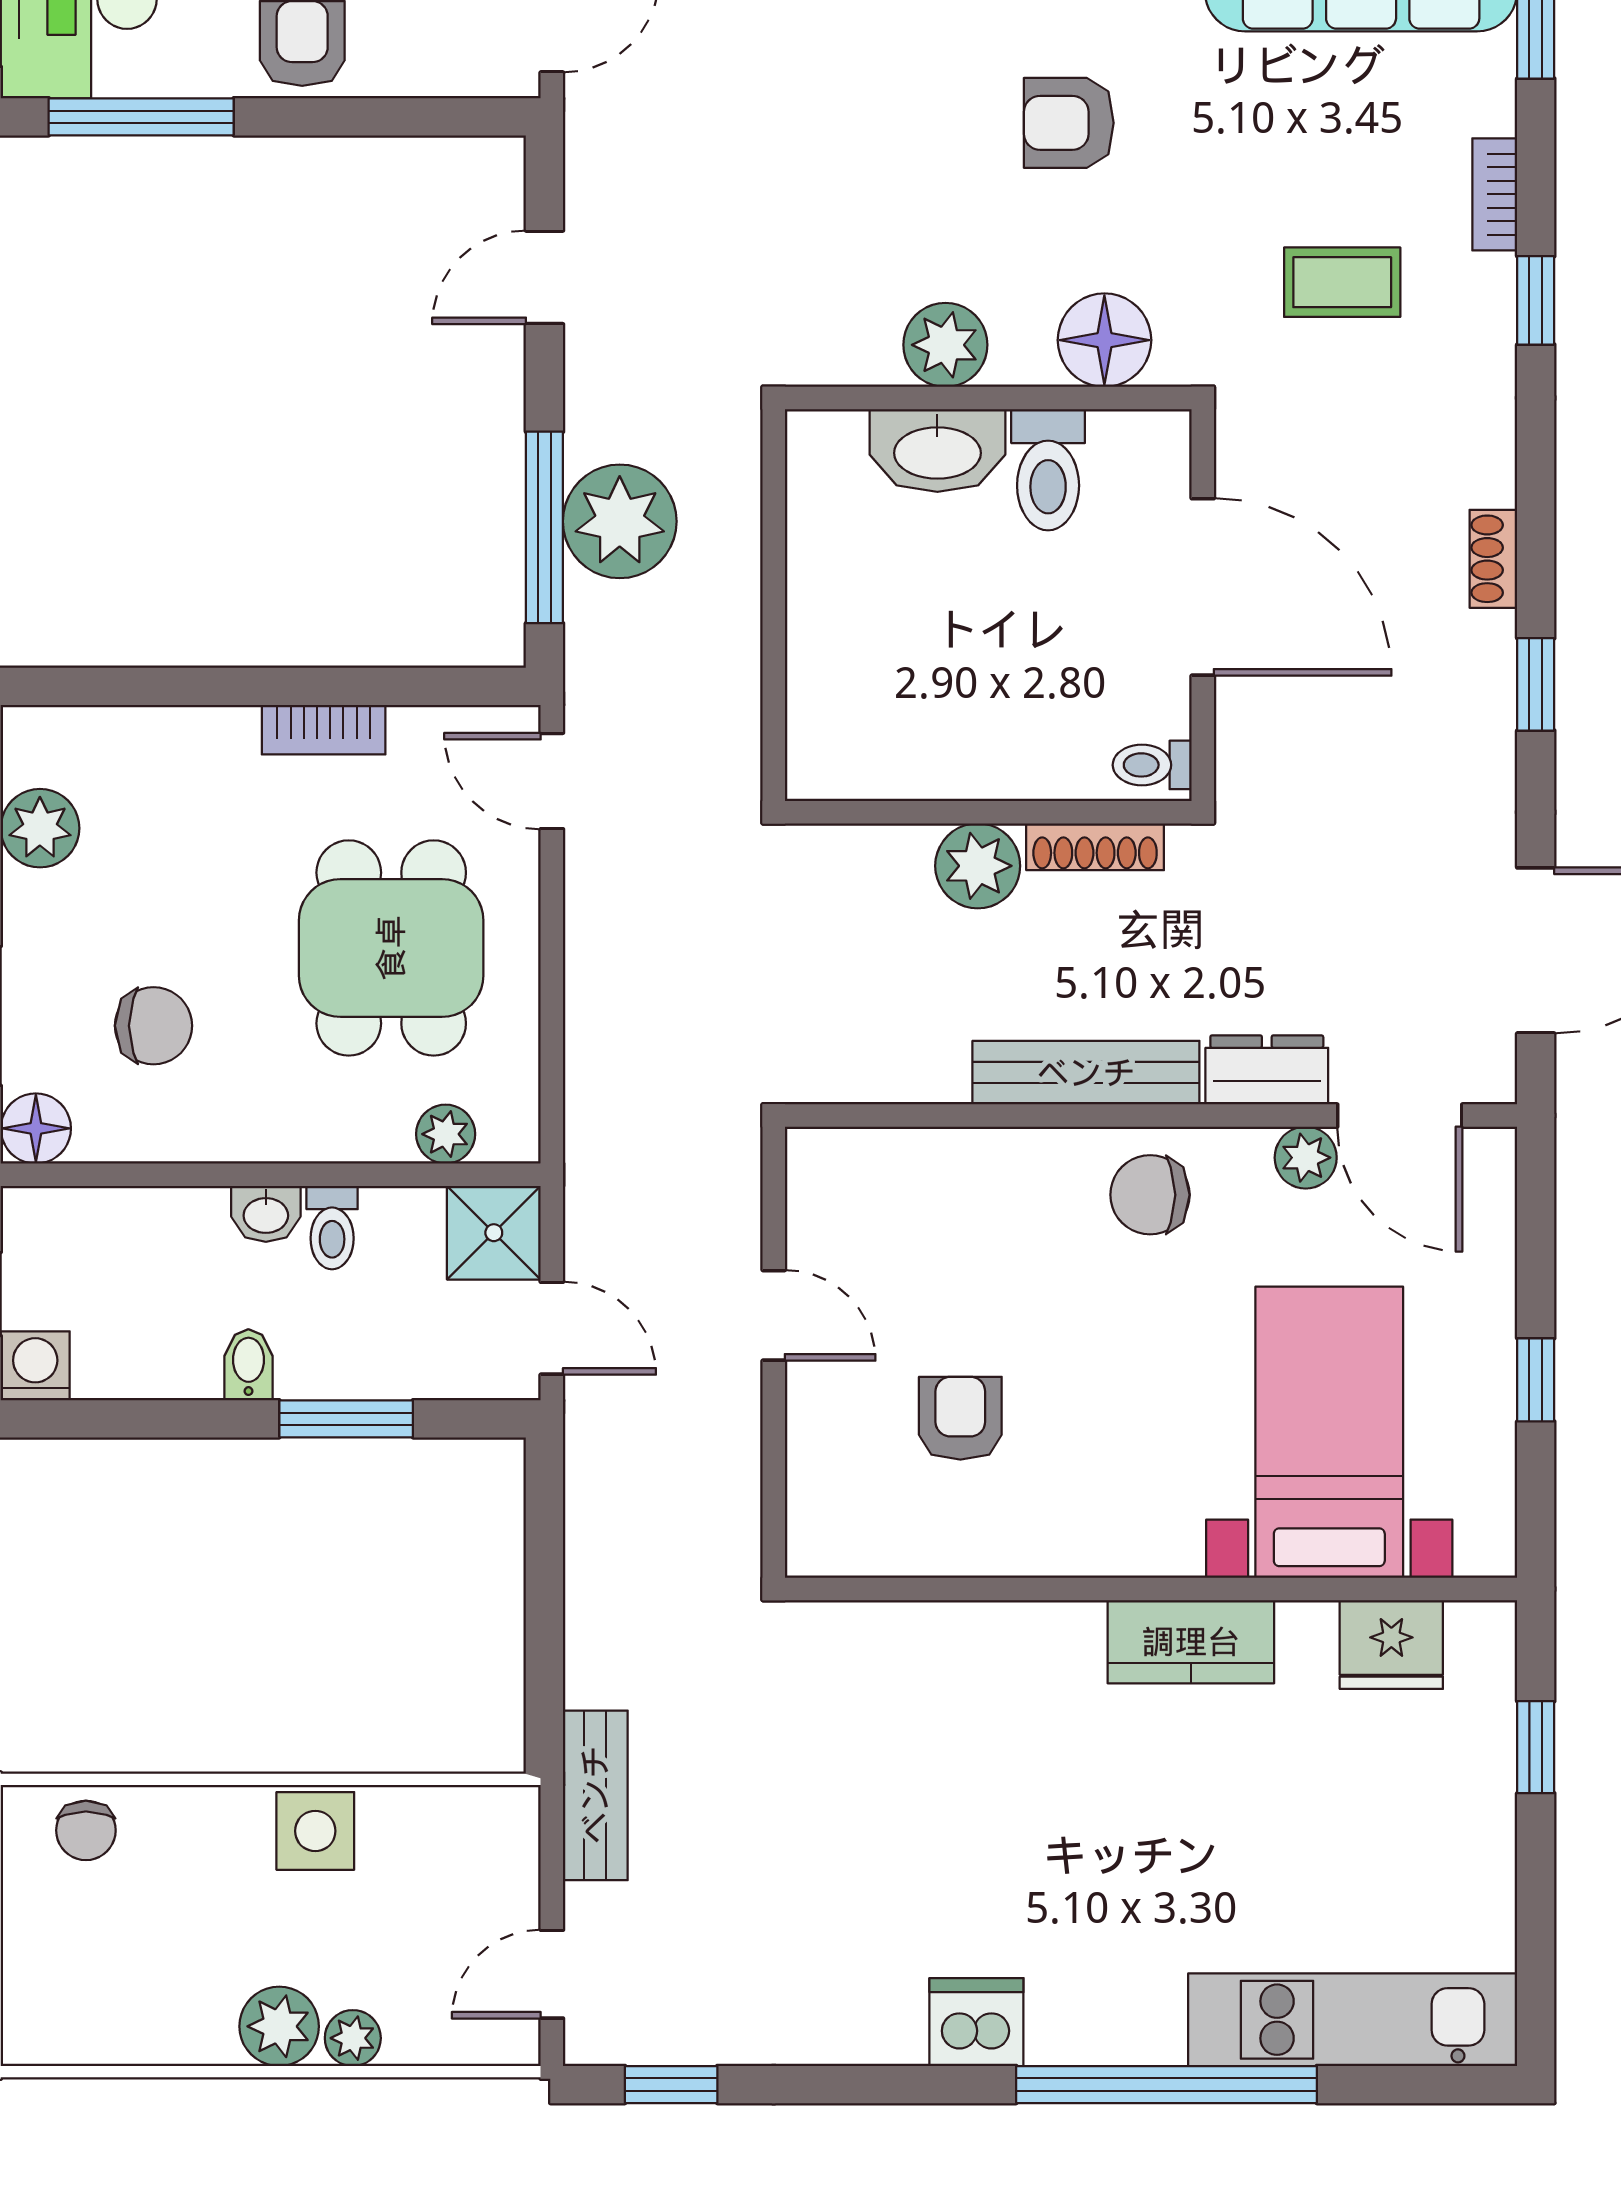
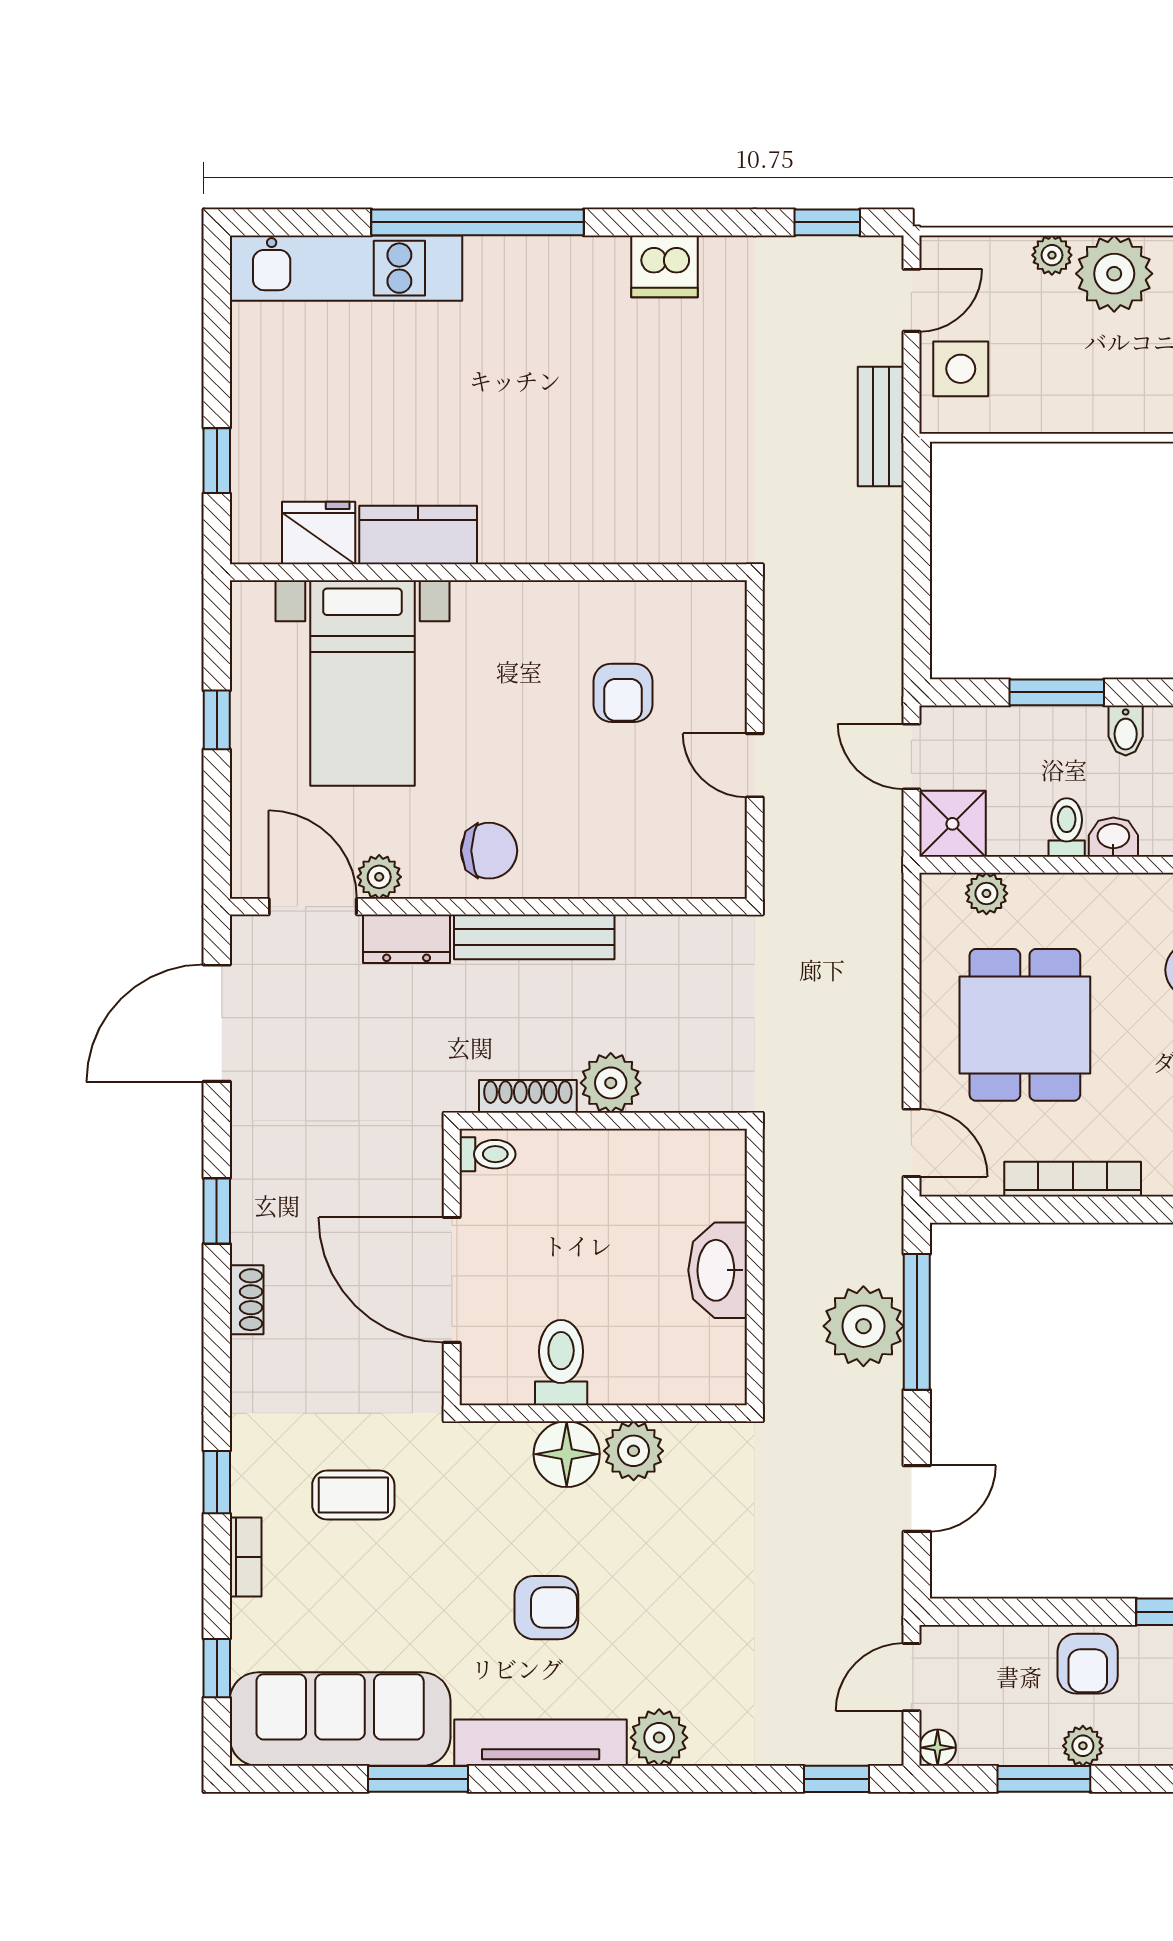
floor lamp: (1104, 340) -> (567, 1454), moved
washbasin: (937, 451) -> (718, 1270), moved, turned -90
bookcase: (324, 730) -> (1073, 1179), width x1.56
kitchen counter: (1191, 1642) -> (418, 535), moved
side table: (315, 1831) -> (961, 369), moved
dishwasher: (976, 2022) -> (665, 266), moved
plant: (279, 2026) -> (1114, 274), width x1.36, depth x1.36

